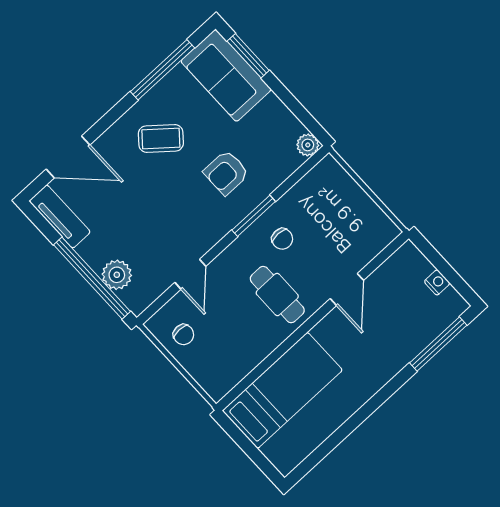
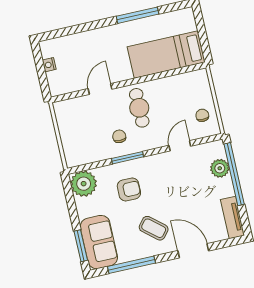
plant: (308, 145) -> (84, 184), width x1.88, depth x1.88
door: (68, 157) -> (193, 251), moved
window: (438, 344) -> (138, 15), moved

